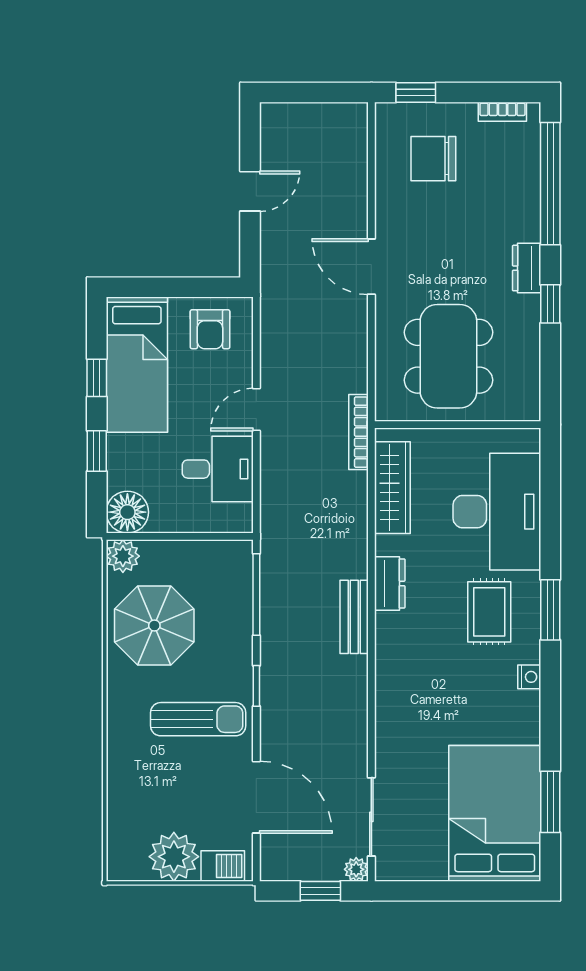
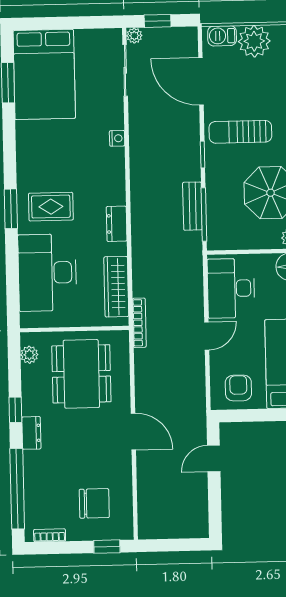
door: (250, 191) -> (214, 459), moved
plant: (527, 387) -> (29, 355), added
desk: (218, 469) -> (231, 288), width x1.37
rug: (489, 612) -> (51, 207), turned 90
bench: (354, 617) -> (192, 206), moved
nightstand: (529, 677) -> (117, 138), moved, turned 180

